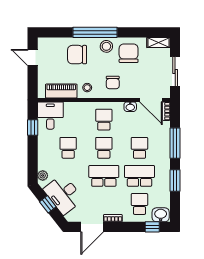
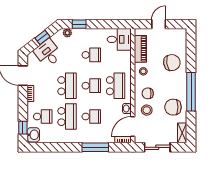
window: (95, 32) -> (191, 92), moved
stool: (106, 46) -> (147, 110), moved
chair: (129, 53) -> (173, 107), turned 180
chair: (77, 55) -> (172, 63), turned 81
door: (33, 58) -> (159, 24), moved
school desk: (104, 120) -> (116, 86), width x1.85
window: (33, 127) -> (79, 24), moved
window: (175, 181) -> (63, 147), removed
desk: (63, 194) -> (48, 53), width x0.73

